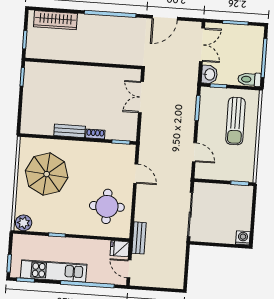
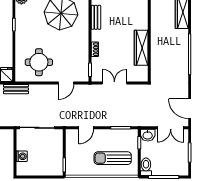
door: (165, 18) -> (190, 109), moved
wardrobe: (98, 75) -> (141, 48), added
double door: (141, 97) -> (114, 83), moved
bench: (70, 131) -> (96, 17), moved
washing machine: (243, 238) -> (22, 156), moved

